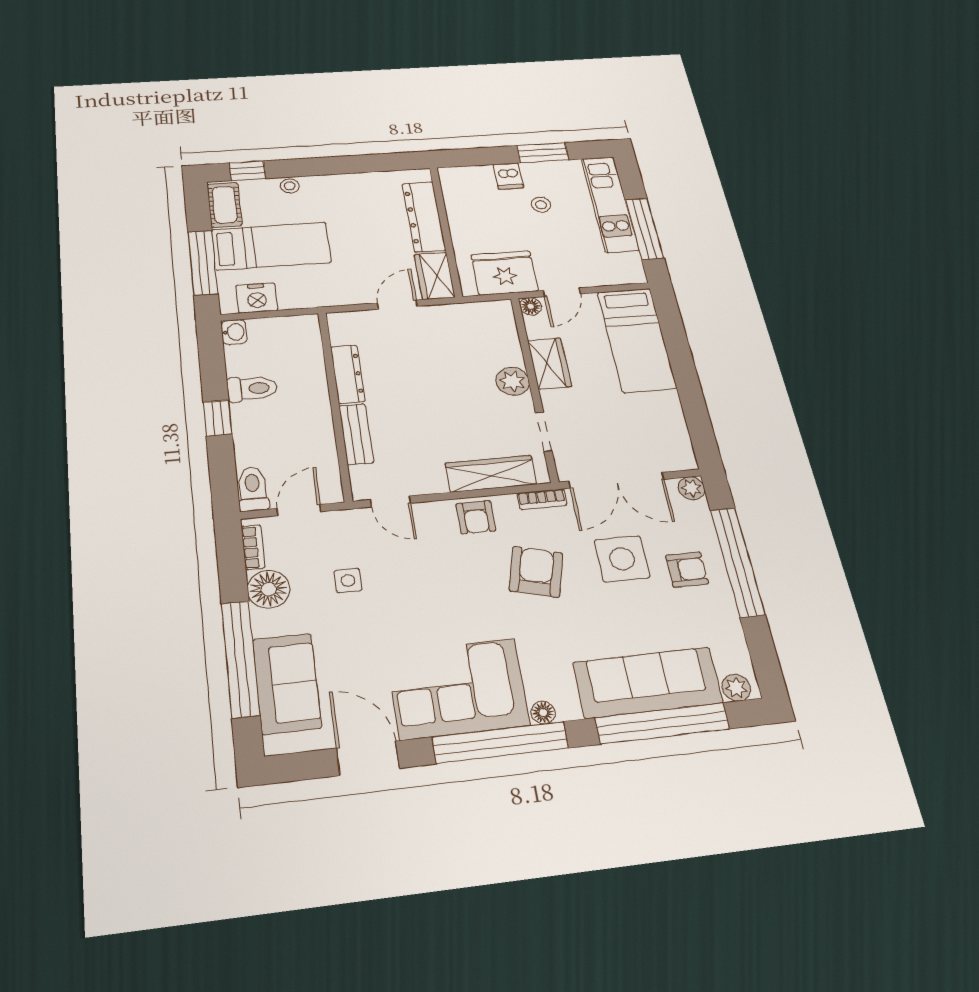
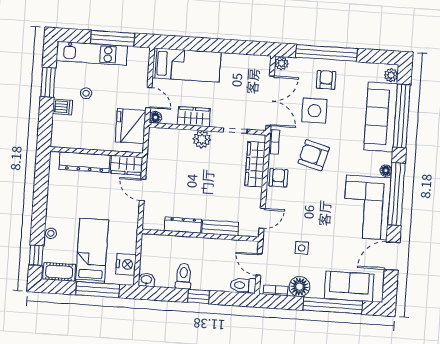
armchair: (476, 517) -> (278, 178), turned -90

